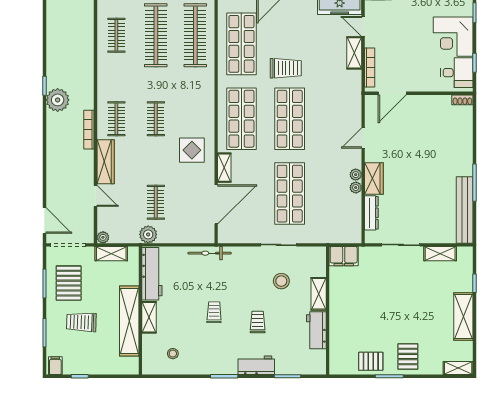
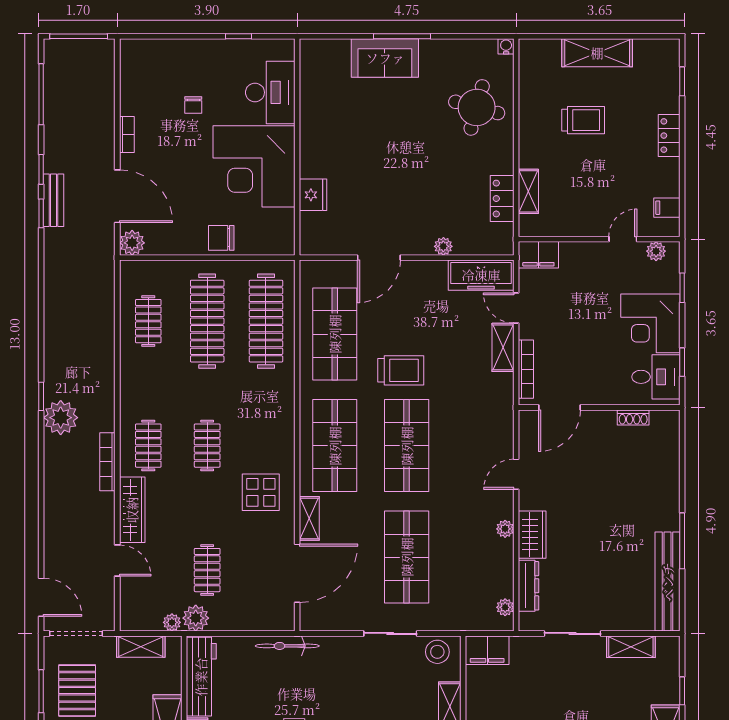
shoe rack: (462, 100) -> (633, 417), moved
plant: (356, 188) -> (505, 607), moved
plant: (103, 237) -> (172, 622), moved
stool: (281, 281) -> (437, 652), moved

